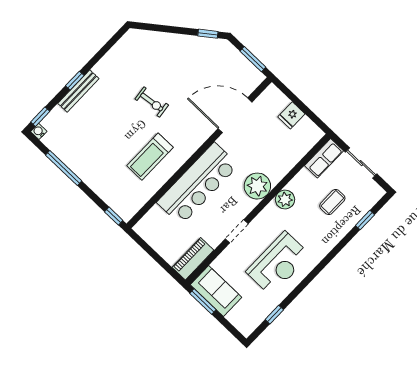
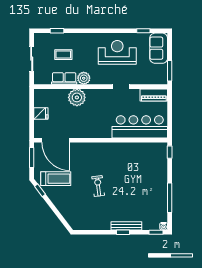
door: (235, 115) -> (56, 140), moved
treadmill: (150, 157) -> (56, 179), moved
row of seats: (324, 158) -> (64, 78), moved
bar counter: (198, 184) -> (140, 127), moved
plant: (257, 186) -> (77, 97), moved
sofa: (216, 291) -> (159, 48), moved

